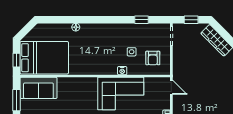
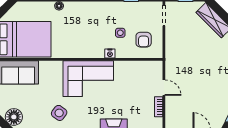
door: (171, 87) -> (164, 88), moved
corner sofa: (121, 94) -> (88, 79), moved

